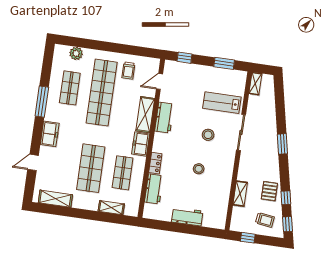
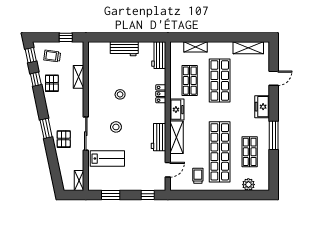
pallet: (265, 130) -> (64, 139), added
workbench: (154, 189) -> (159, 55), moved

